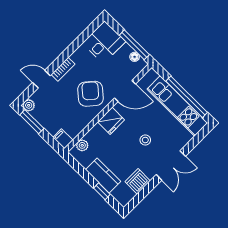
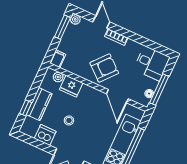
fridge: (111, 121) -> (71, 86), moved
stool: (145, 140) -> (69, 120), moved

